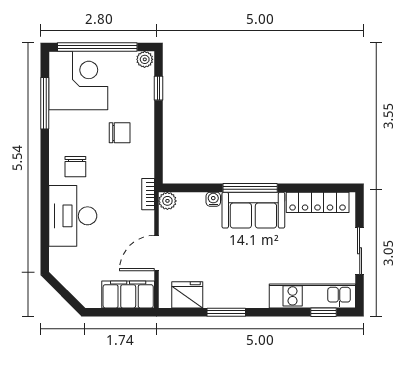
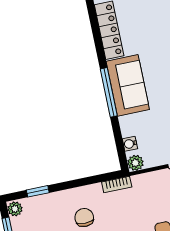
bookcase: (148, 194) -> (117, 184), moved
water cooler: (213, 199) -> (130, 144), moved

